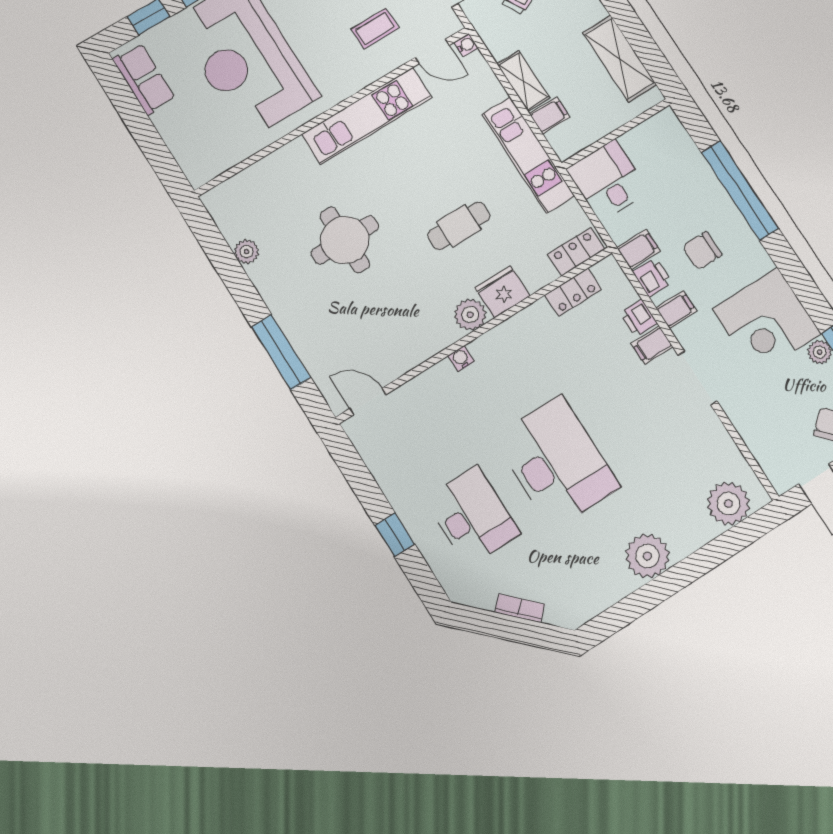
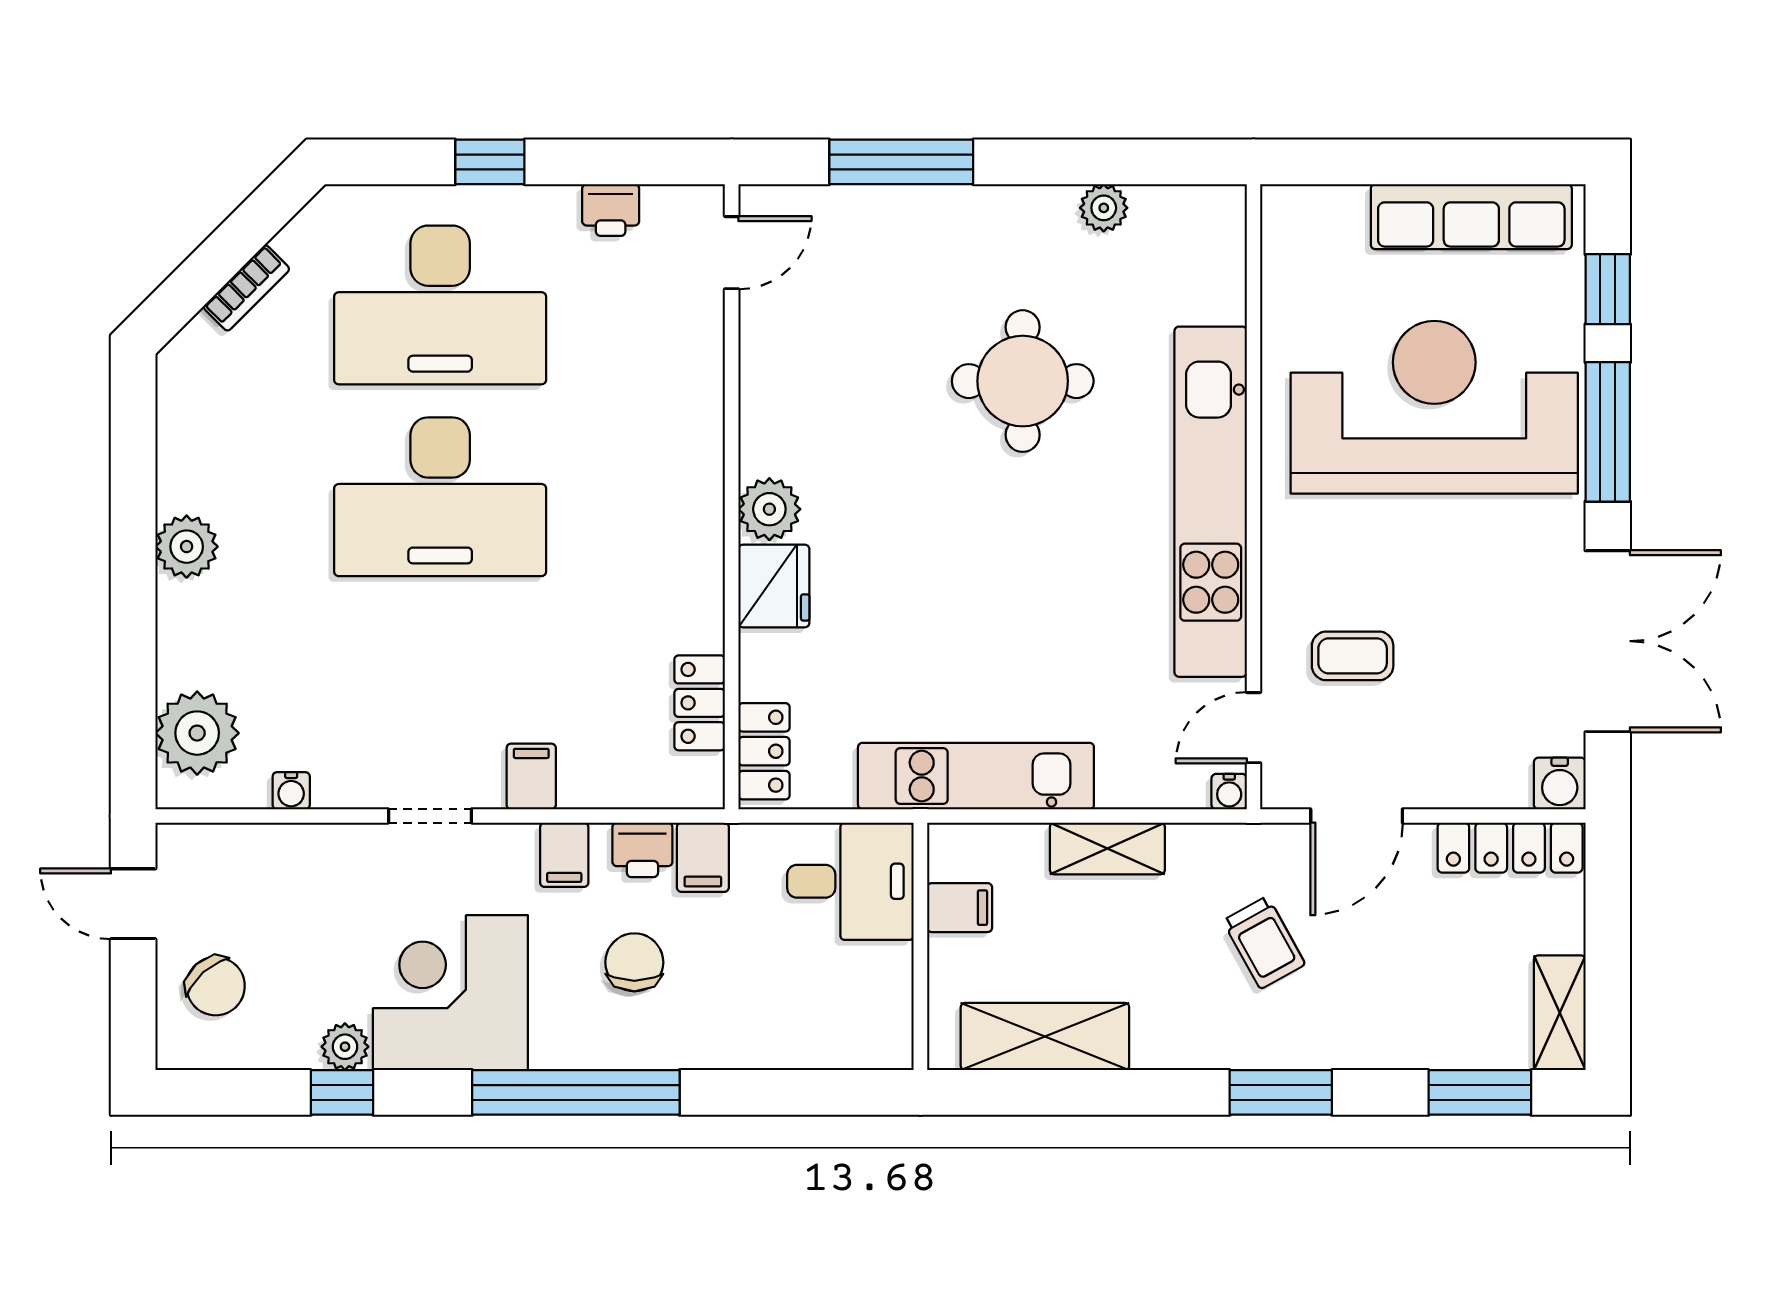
coffee table: (375, 29) -> (1353, 656), turned 90
row of seats: (144, 79) -> (1471, 217), width x1.48
filing cabinet: (550, 115) -> (960, 908), moved, turned -90
kitchen unit: (367, 116) -> (1211, 502), width x1.36
window: (740, 190) -> (576, 1092), moved
cafe table: (459, 226) -> (929, 584), removed
printer: (639, 318) -> (611, 210), moved, turned 180
water cooler: (461, 359) -> (291, 791), moved, turned 90
doorway: (698, 378) -> (430, 816), width x0.73
desk: (472, 516) -> (440, 305), width x1.36, depth x1.30
plant: (647, 556) -> (187, 547), width x0.73, depth x0.73

